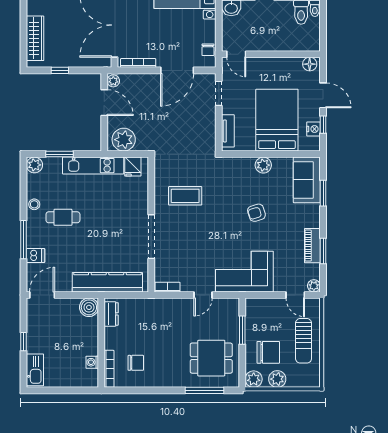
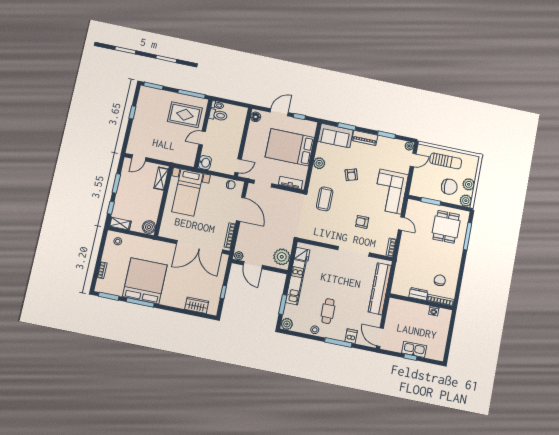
wardrobe: (35, 38) -> (197, 305), width x0.67
door: (104, 103) -> (253, 265), swing flipped
nightstand: (313, 129) -> (301, 124), removed
coffee table: (185, 196) -> (325, 199), moved
armchair: (194, 240) -> (362, 222), added
piano: (312, 246) -> (365, 138), moved
boiler: (89, 307) -> (395, 305), removed
dresser: (111, 314) -> (418, 294), moved
chair: (268, 352) -> (449, 187), turned 90
kitchen sink: (35, 370) -> (414, 349), moved

